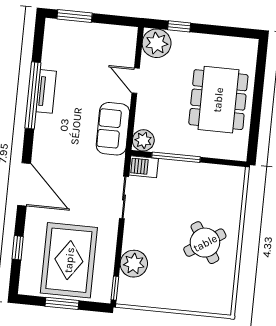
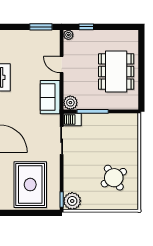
window: (75, 16) -> (41, 27), moved
plant: (157, 43) -> (68, 35), width x0.53, depth x0.53
round table: (205, 243) -> (114, 178), moved
plant: (134, 264) -> (72, 201), moved
window: (62, 303) -> (29, 213), removed

